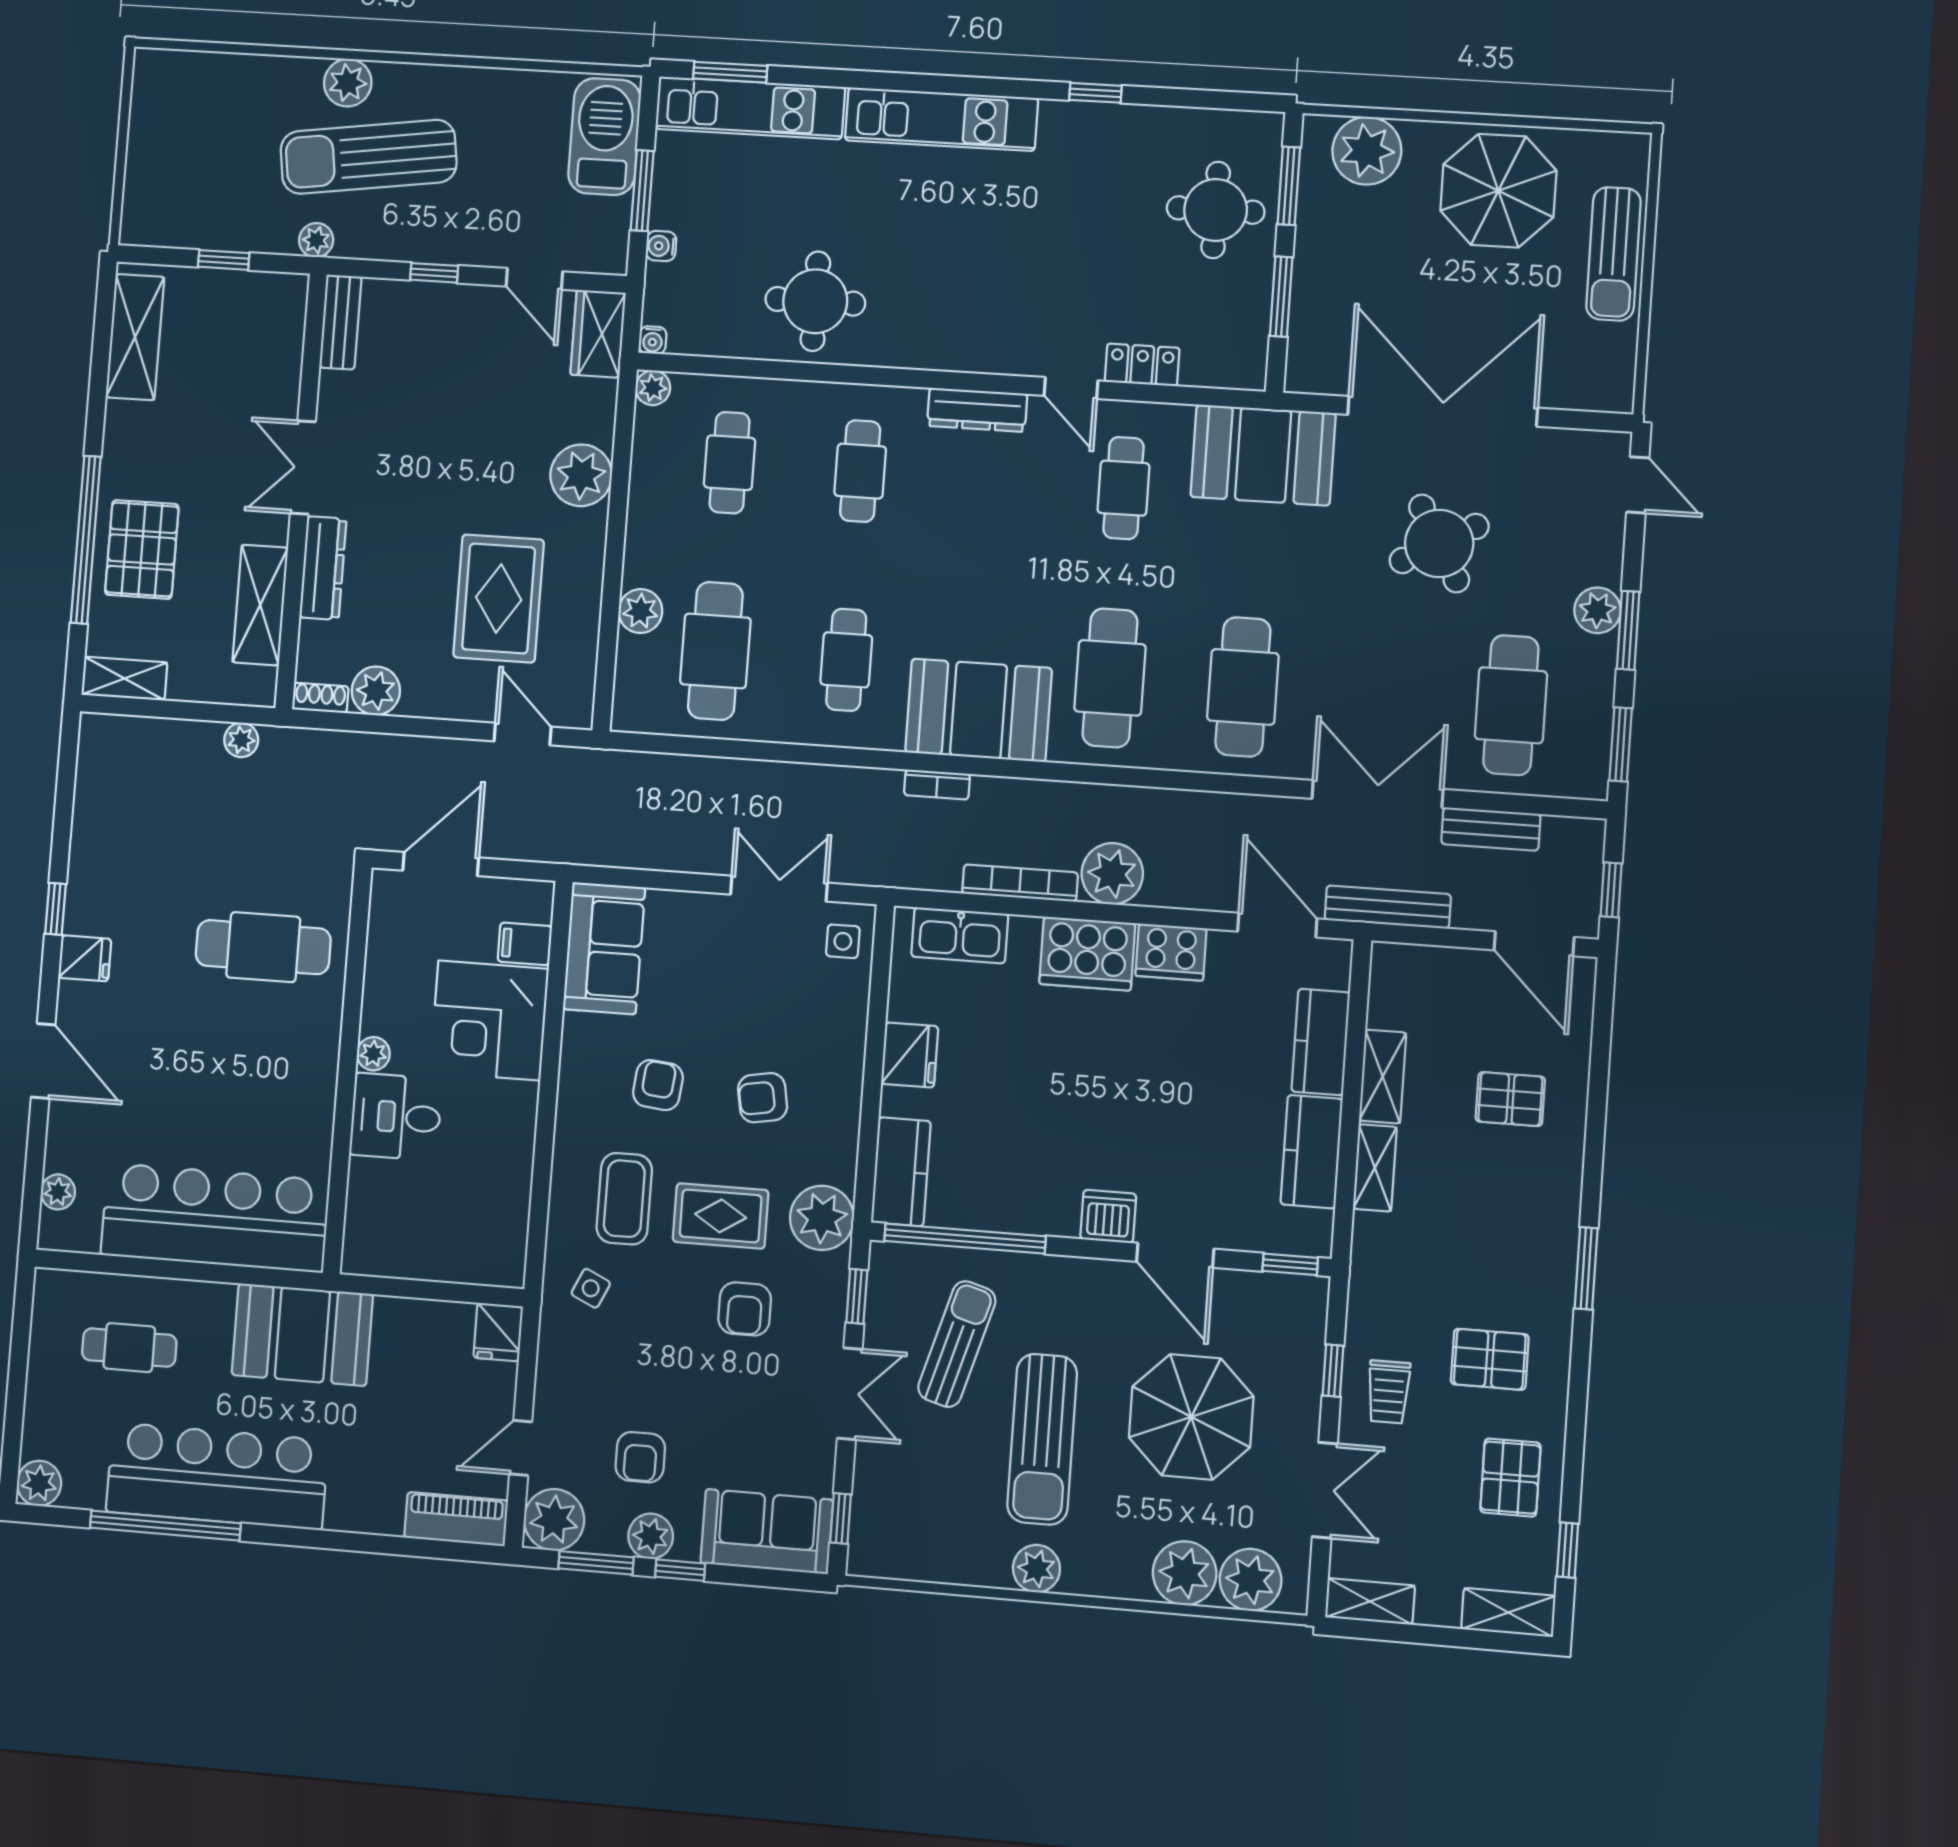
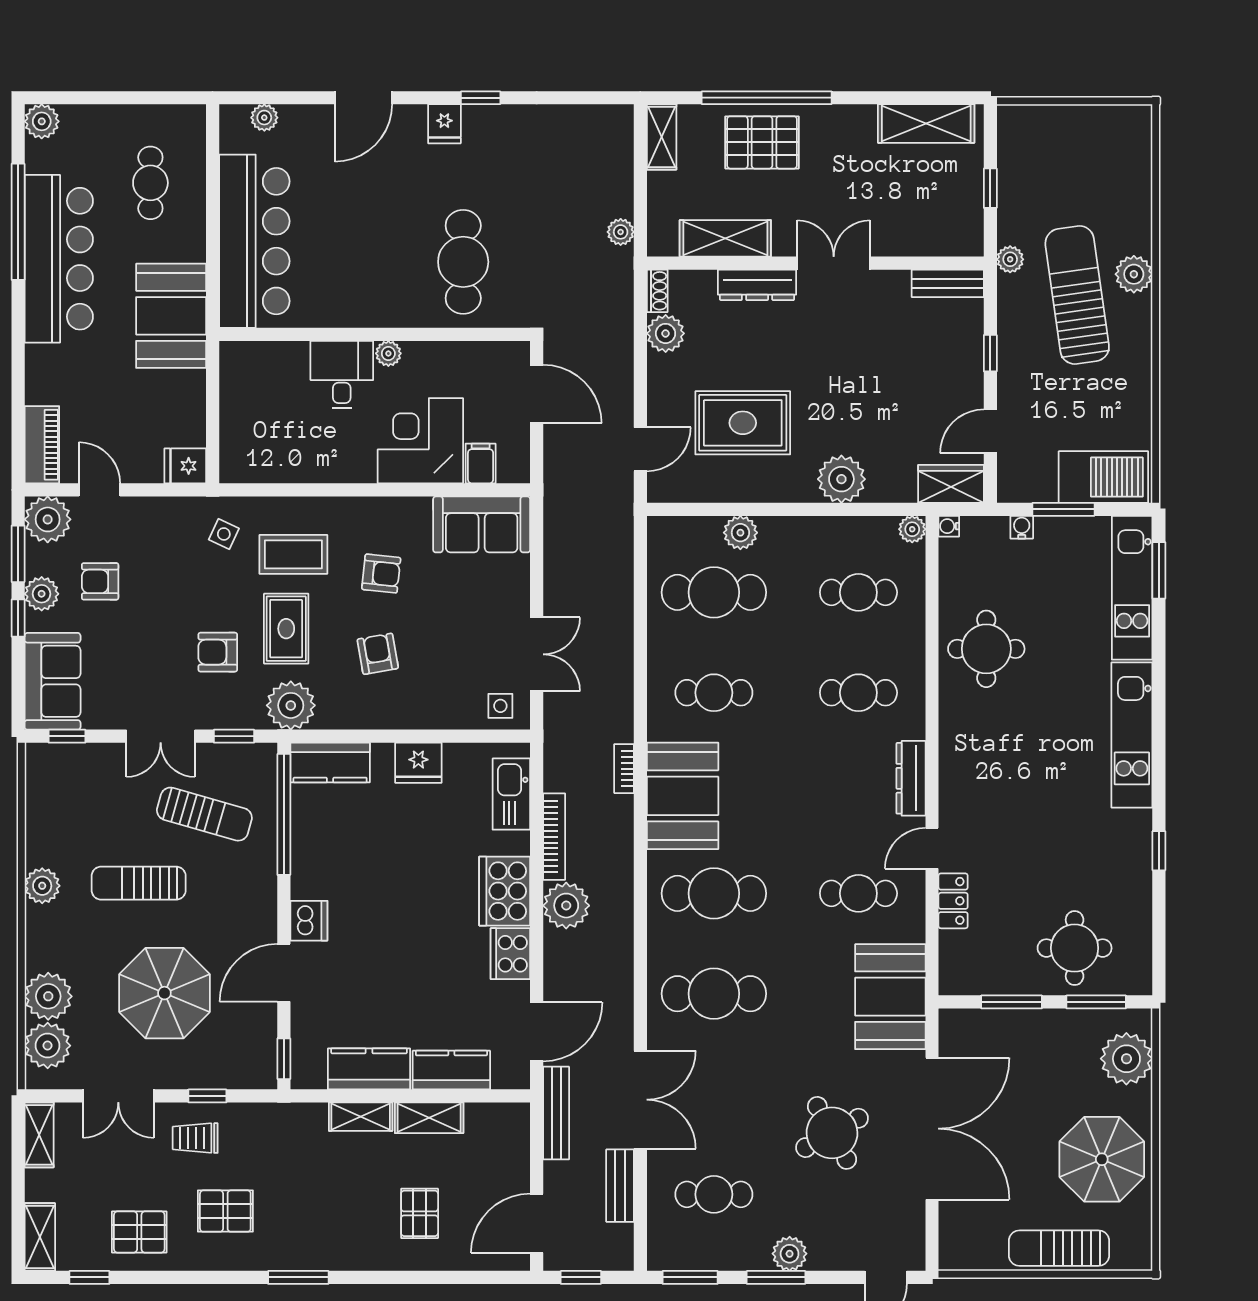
cafe table: (1511, 705) -> (714, 1194), width x0.73, depth x0.74
pallet: (1490, 1359) -> (225, 1211), turned 90
sun lounger: (1042, 1439) -> (139, 883), width x0.73, depth x0.75

